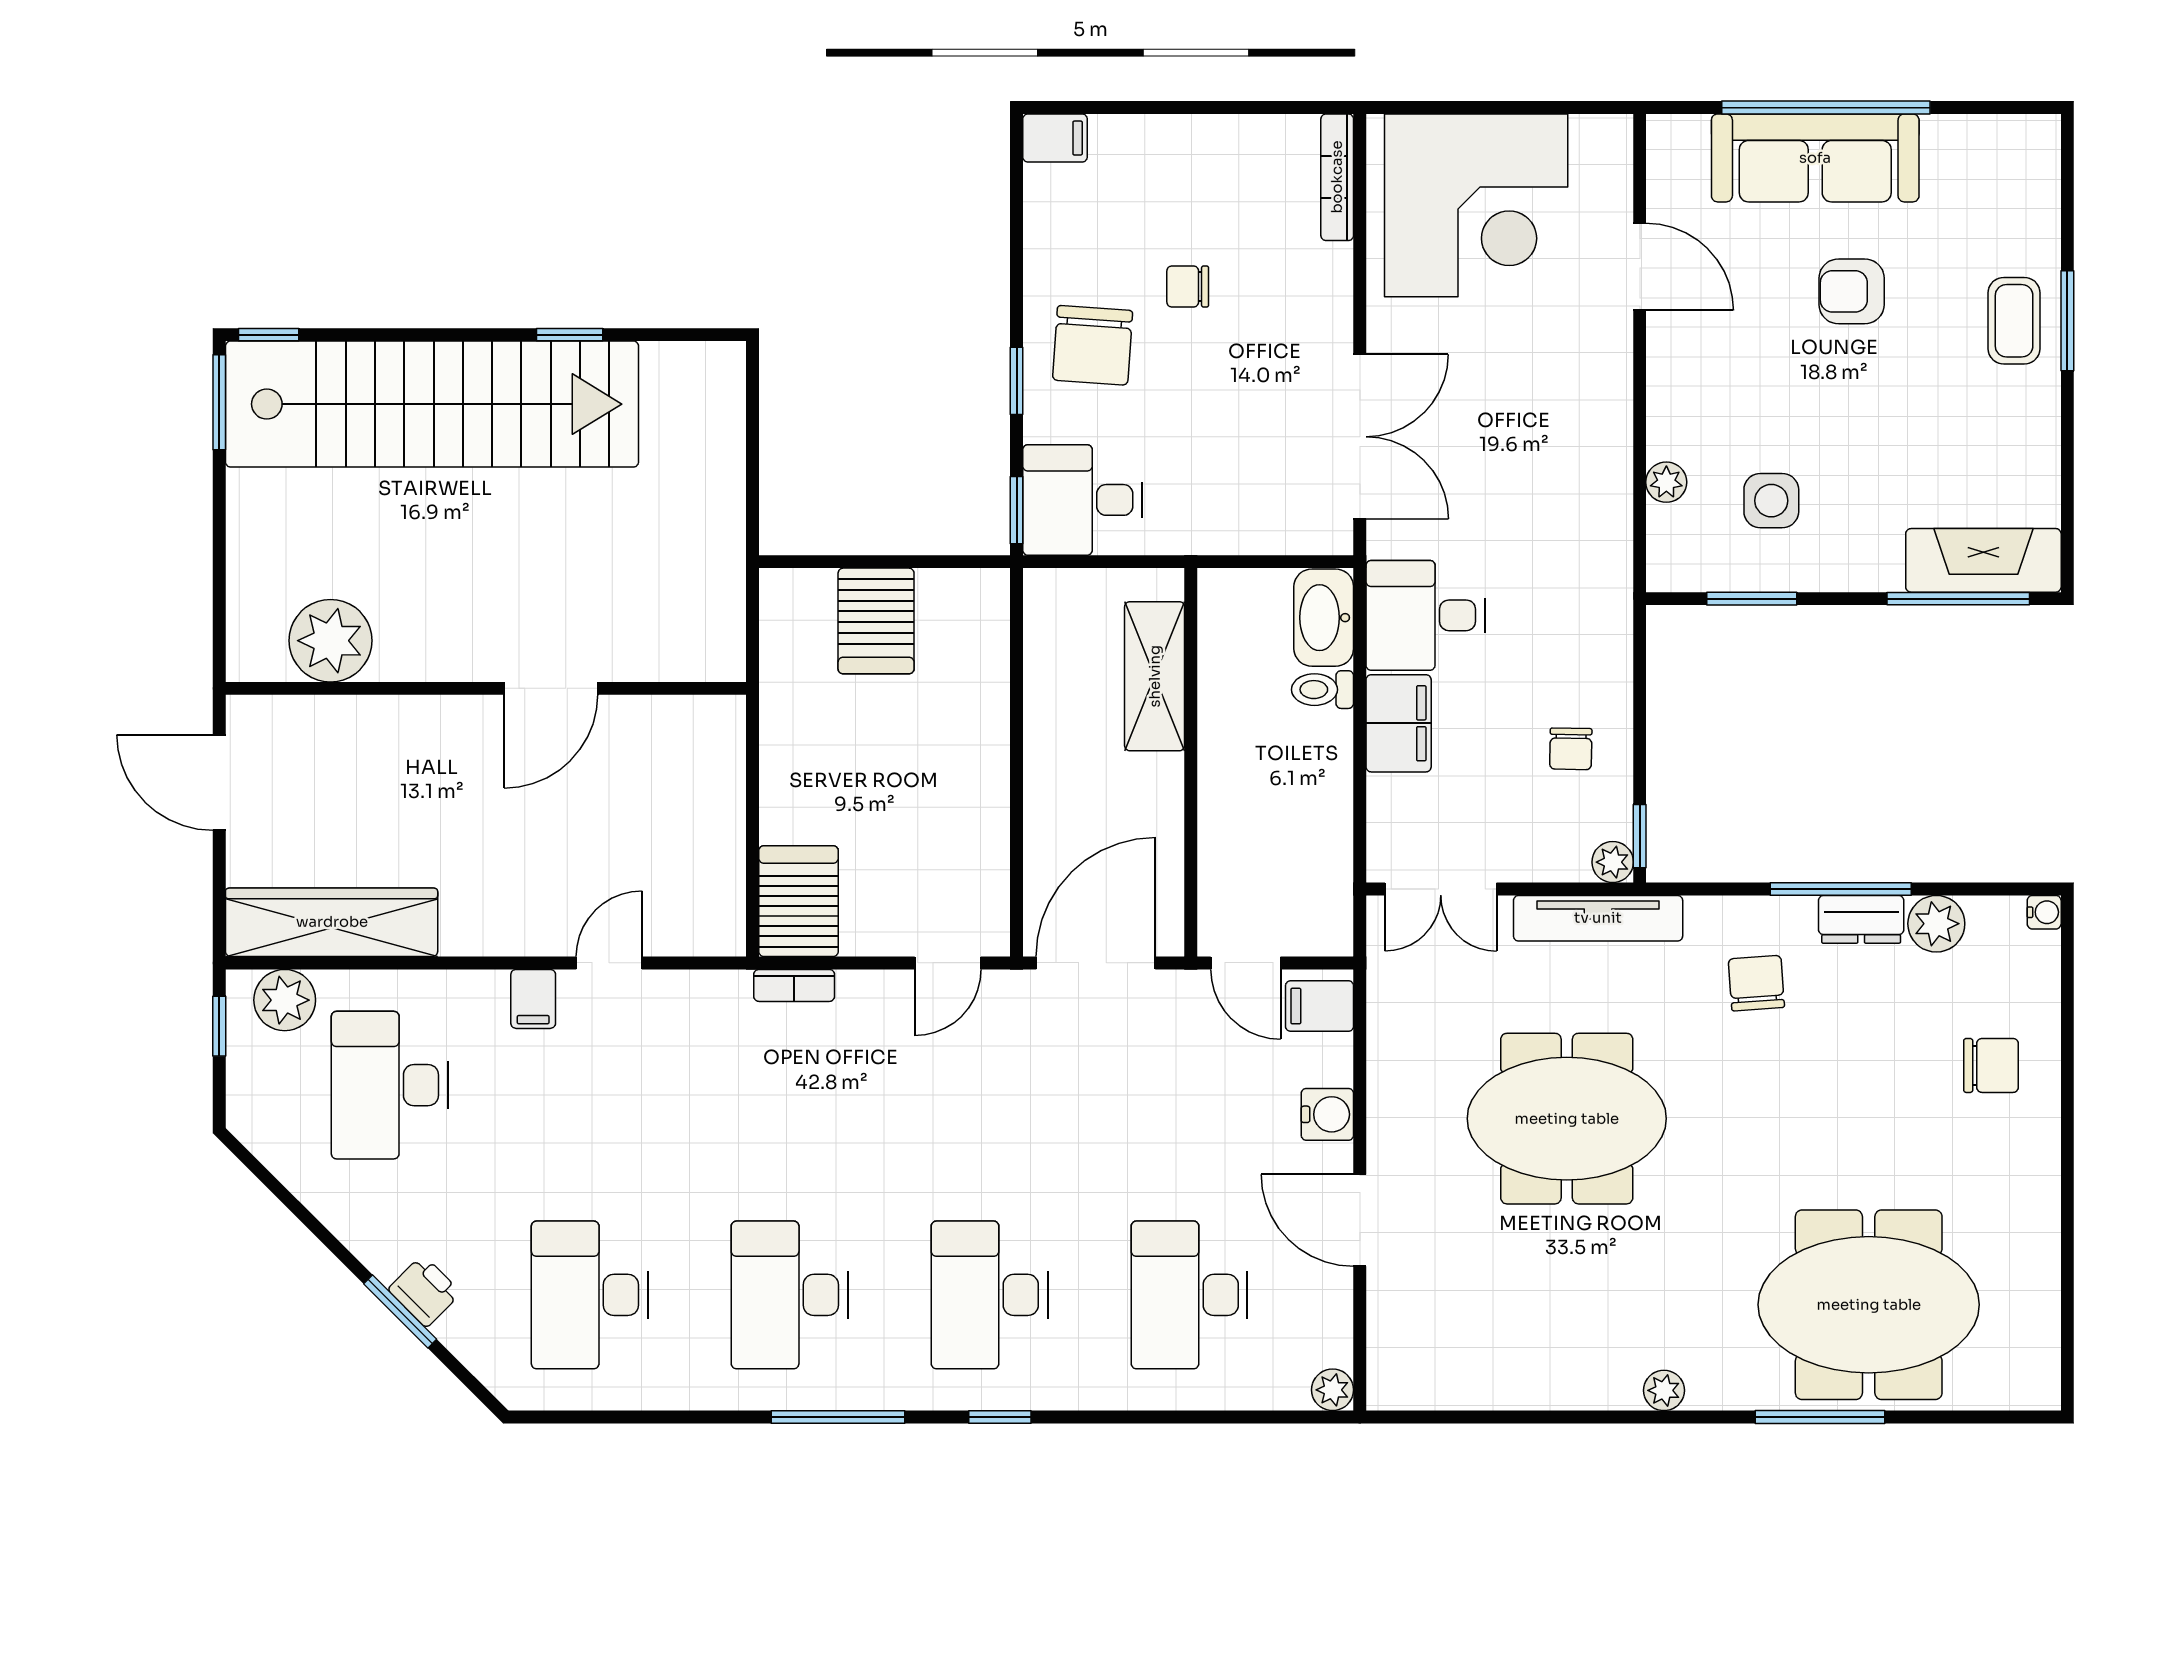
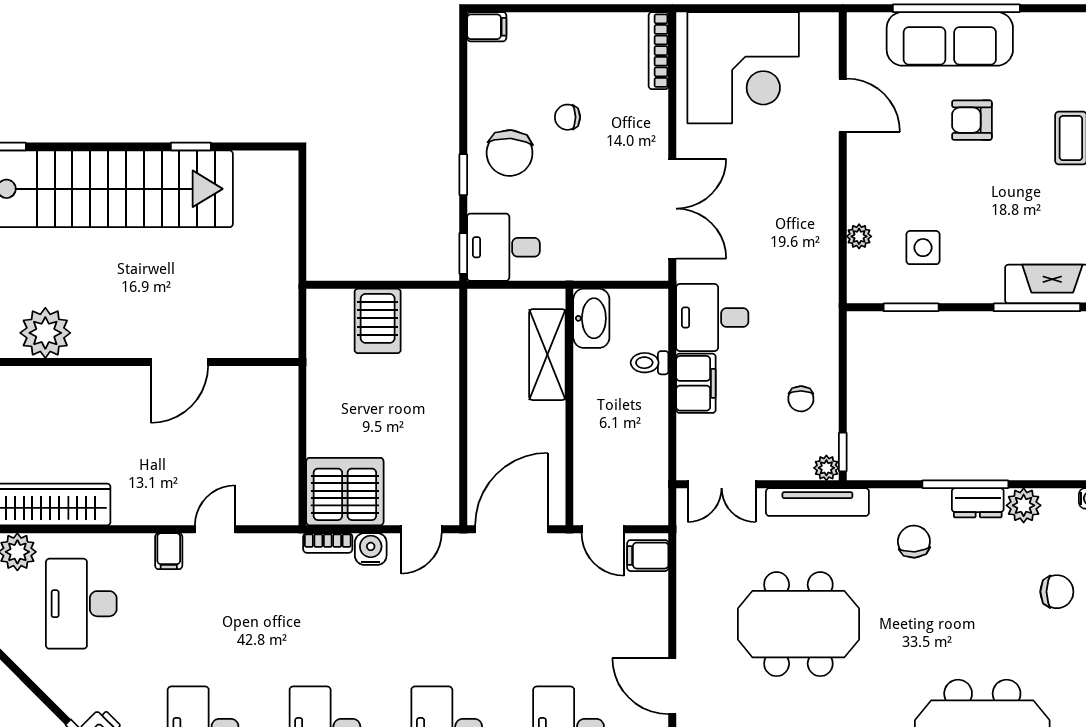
washbasin: (1324, 618) -> (591, 318), moved, turned 180
server rack: (799, 901) -> (345, 492), width x1.60
water cooler: (1327, 1114) -> (371, 549), moved, turned -90

